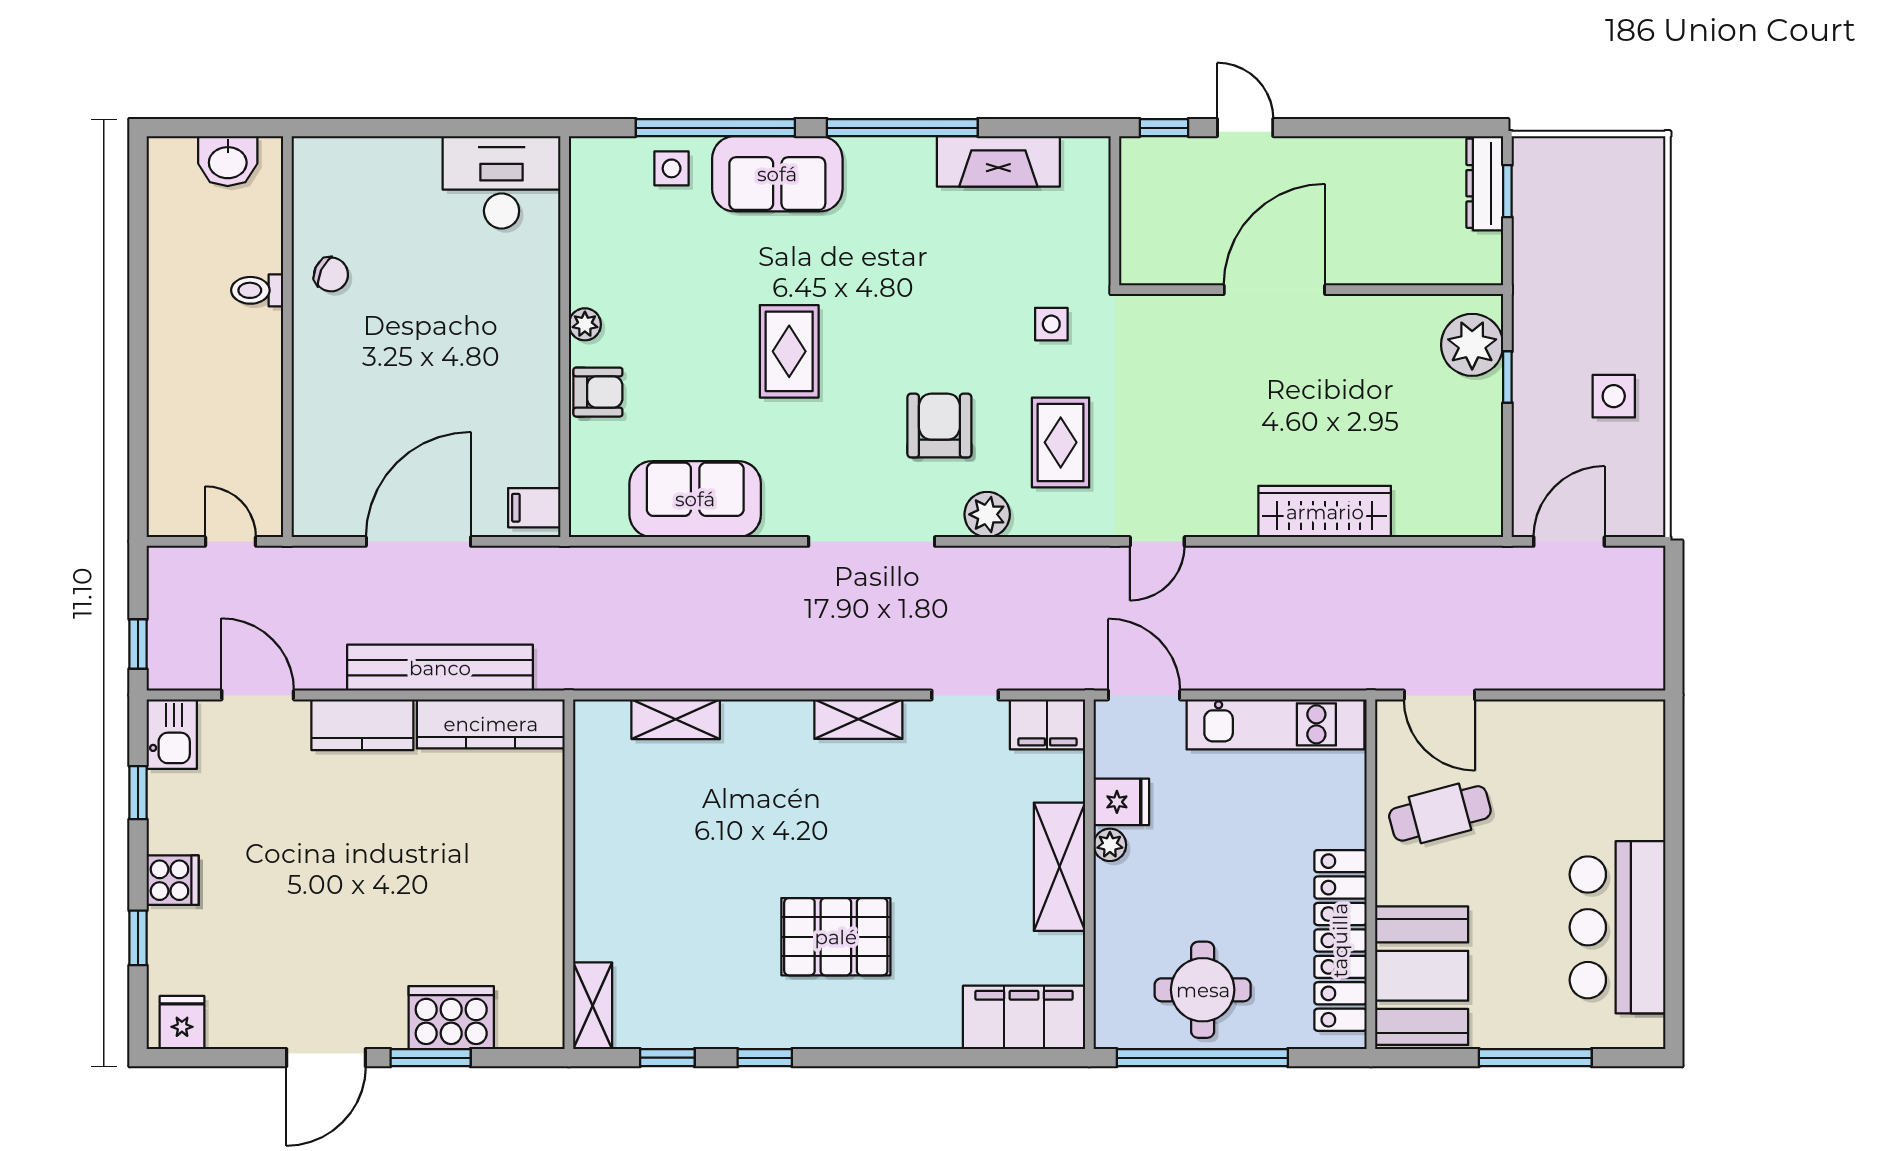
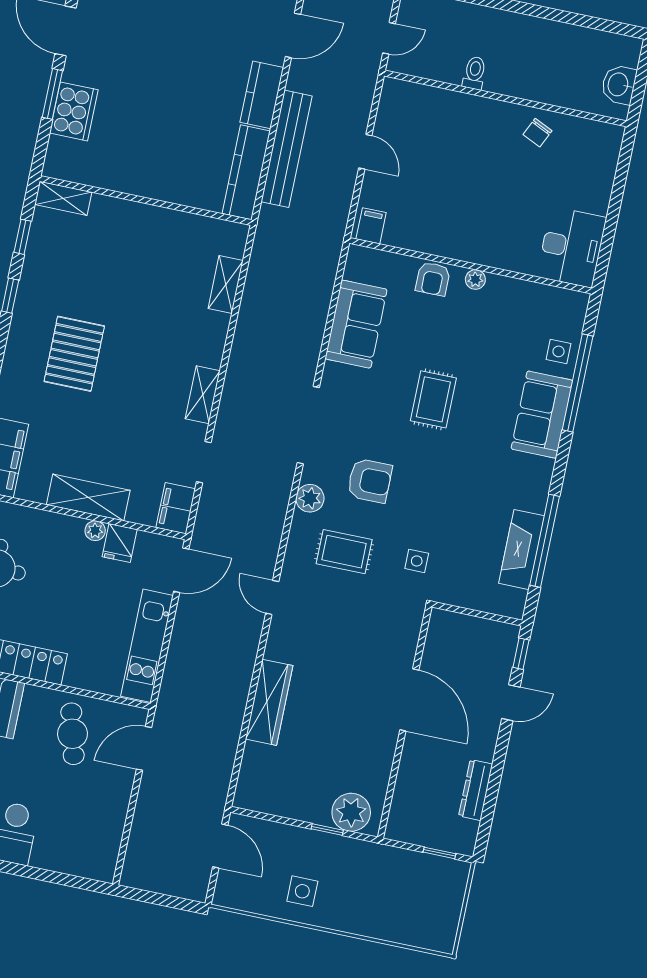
window: (902, 128) -> (545, 541), moved
dresser: (1485, 183) -> (476, 790), moved, turned -90
toilet: (257, 290) -> (474, 73), moved
rug: (789, 351) -> (433, 399), turned 90
door: (418, 541) -> (365, 152), width x0.53

